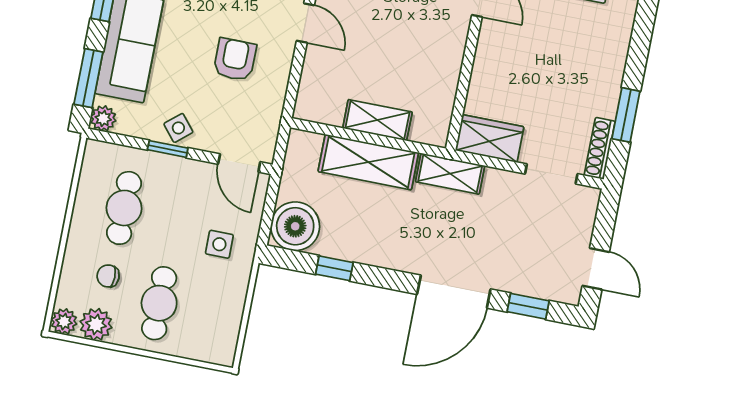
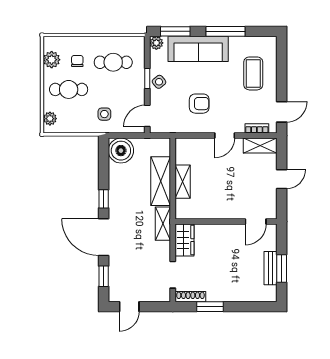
window: (334, 268) -> (104, 199), moved
plant: (64, 322) -> (50, 119), moved

